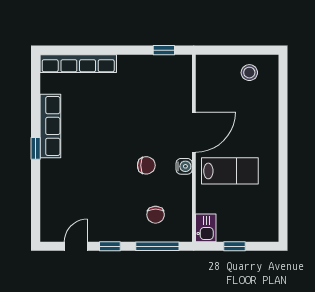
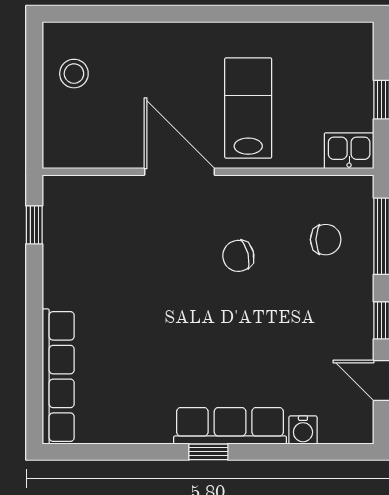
row of seats: (50, 126) -> (230, 426), moved
chair: (146, 165) -> (238, 256), turned -104
water cooler: (184, 166) -> (303, 430), moved, turned 180

